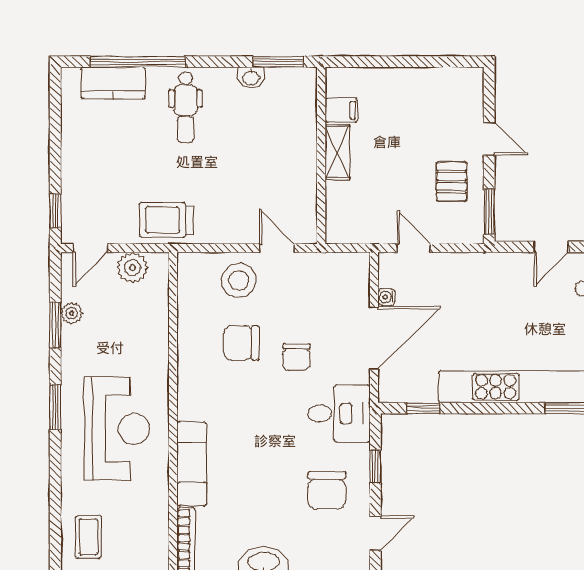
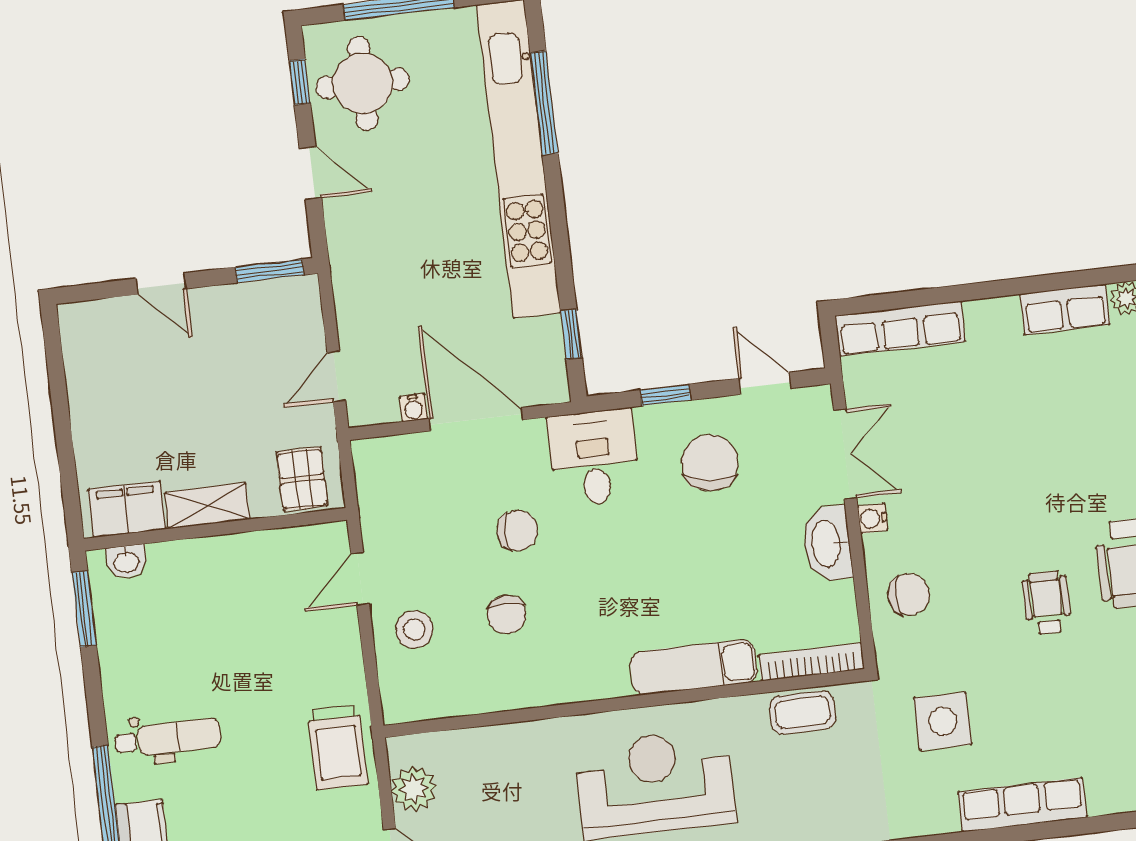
washbasin: (251, 78) -> (127, 561), moved, turned 90
filing cabinet: (341, 110) -> (127, 509), width x2.00
door: (489, 139) -> (161, 284), swing flipped
pallet: (452, 182) -> (302, 479), moved, turned 90
stool: (239, 280) -> (414, 629), width x0.73, depth x0.73
chair: (241, 343) -> (507, 615), width x0.73, depth x0.73
chair: (327, 490) -> (710, 463), turned -84
coffee table: (89, 537) -> (802, 713), moved

